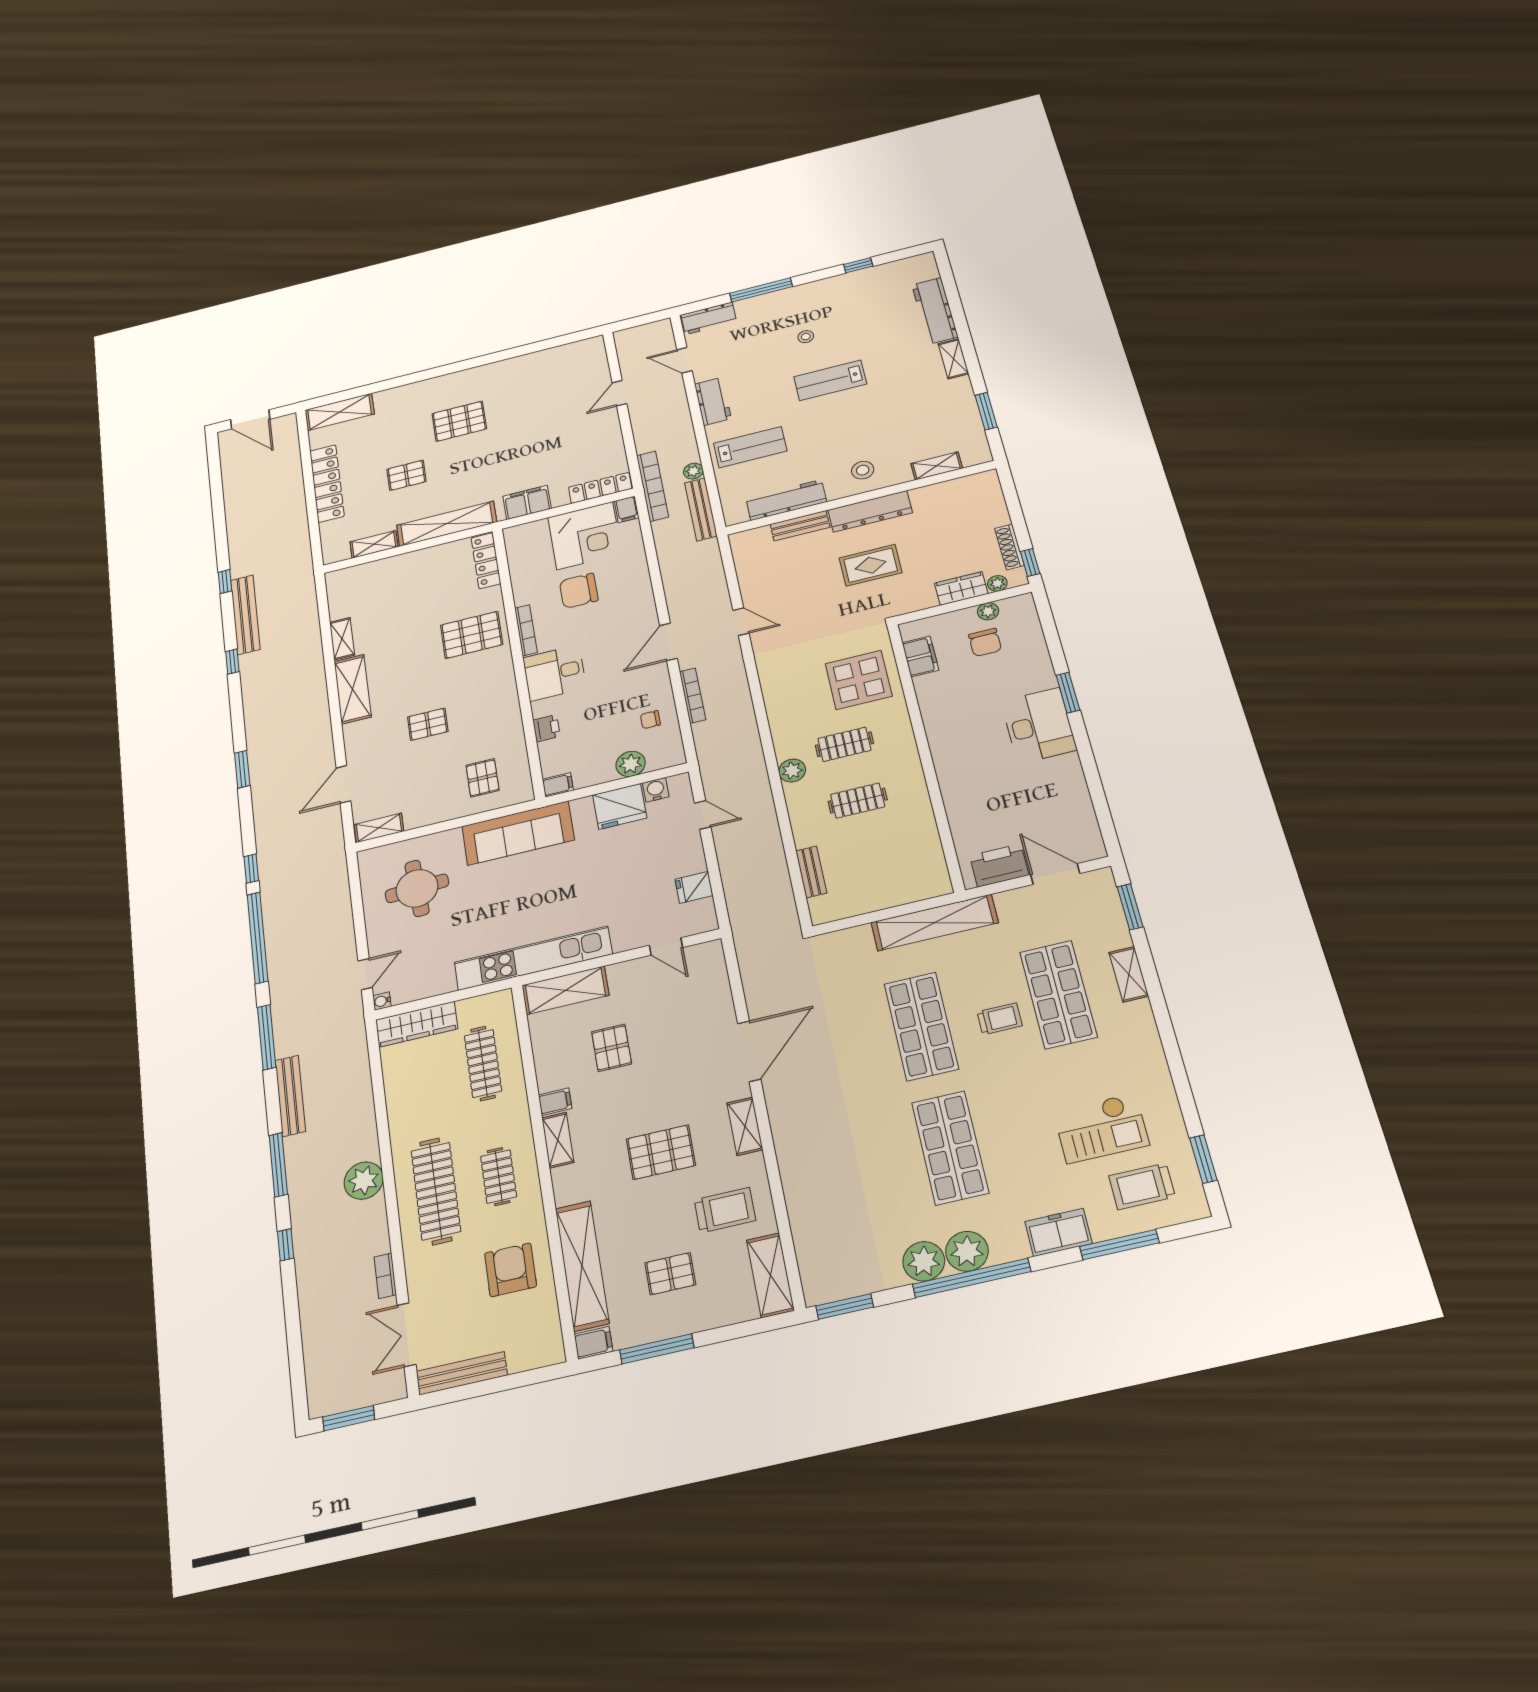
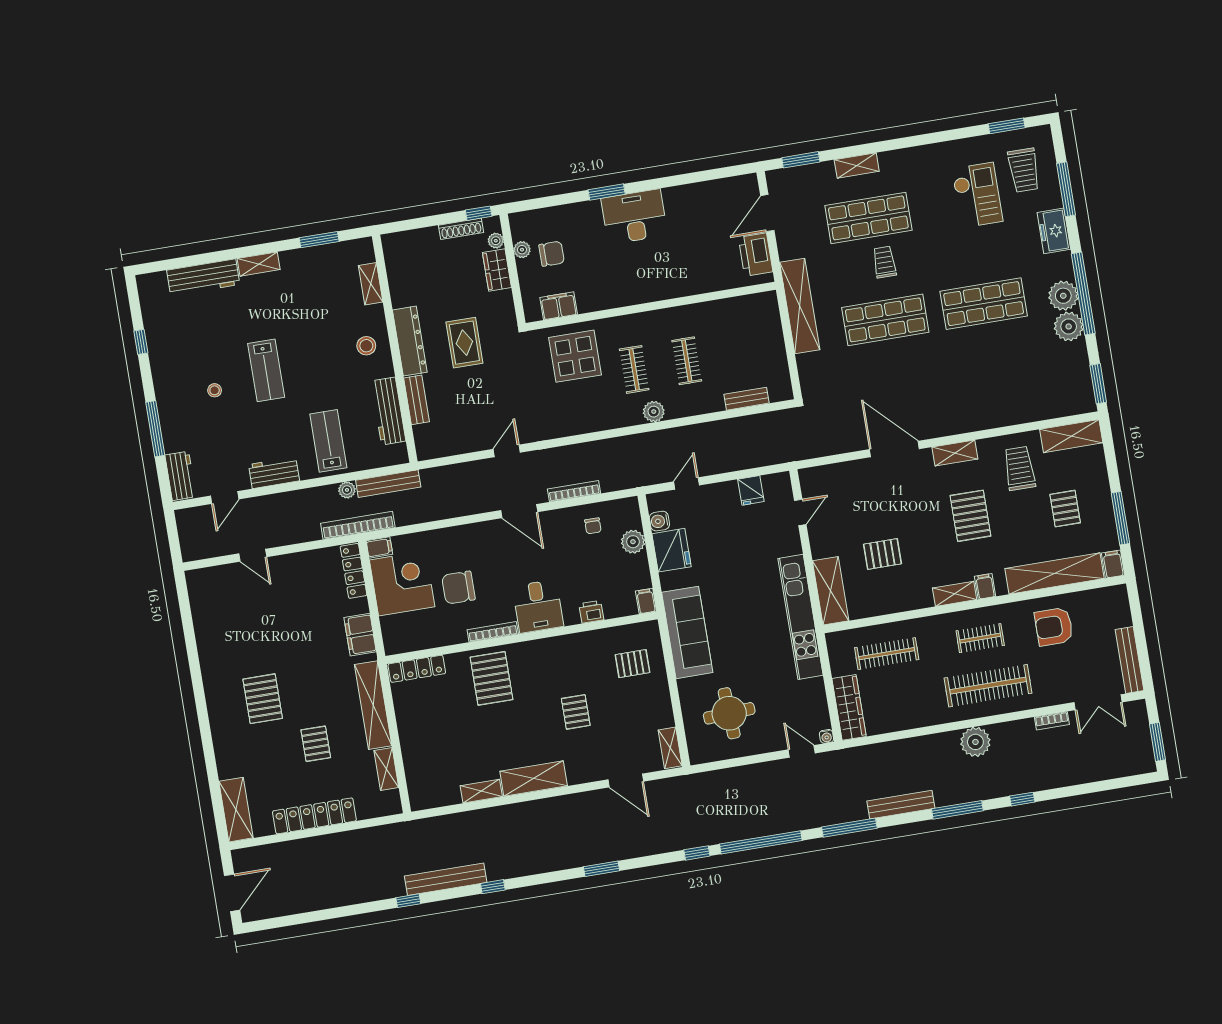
chair: (579, 591) -> (458, 588), turned 90
filing cabinet: (555, 1102) -> (985, 586), moved

